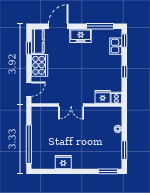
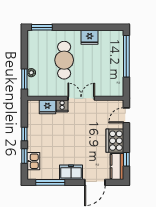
window: (124, 41) -> (24, 156), moved
cooker: (116, 98) -> (62, 106), moved
cafe table: (87, 141) -> (64, 60), added
window: (124, 150) -> (24, 79), moved

